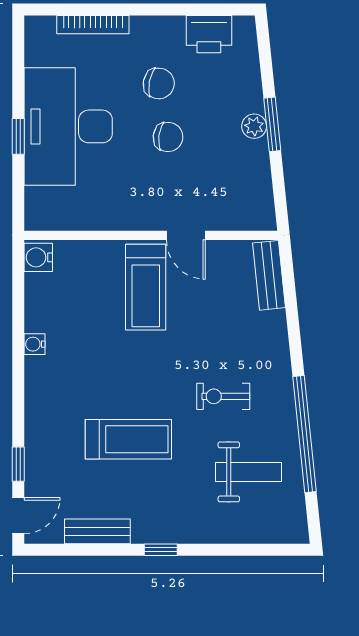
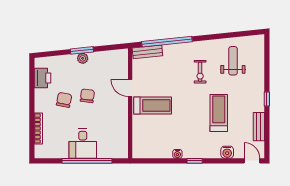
desk: (68, 126) -> (83, 144), width x0.53, depth x0.77
window: (18, 136) -> (87, 161), width x3.17
door: (186, 235) -> (130, 88), swing flipped
water cooler: (38, 257) -> (227, 152), moved
window: (304, 434) -> (167, 42), moved
window: (18, 464) -> (195, 161), moved

